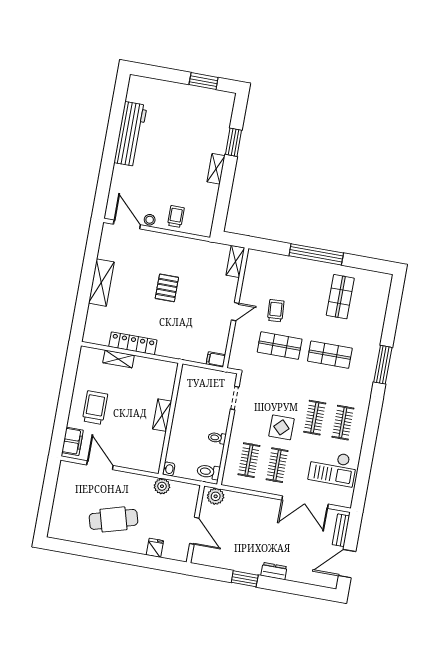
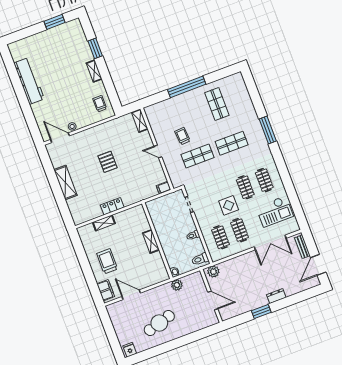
trolley: (176, 217) -> (100, 104), moved
door: (235, 312) -> (158, 151), swing flipped
locker: (133, 343) -> (112, 206), width x0.66
fridge: (155, 548) -> (130, 350), moved

